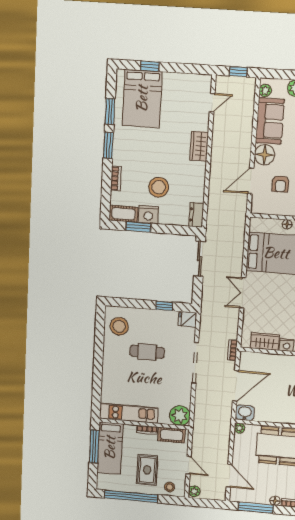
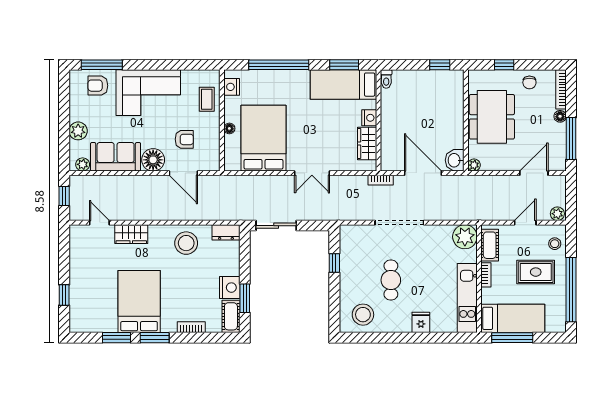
bed: (142, 99) -> (139, 302), moved, turned -90
wardrobe: (199, 146) -> (131, 234), moved
stool: (159, 187) -> (186, 243), moved
fridge: (188, 319) -> (421, 322), moved, turned 180

